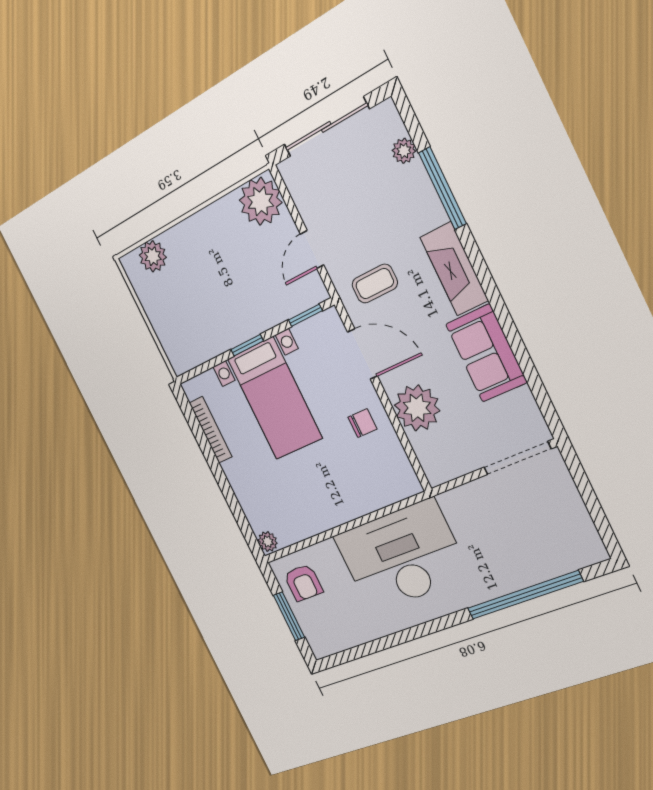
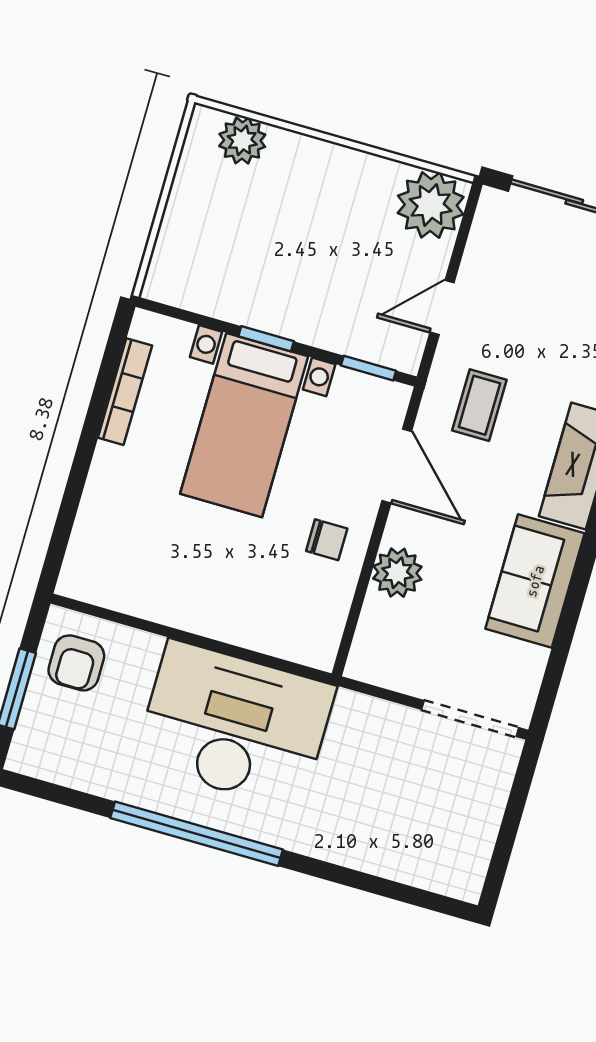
coffee table: (375, 284) -> (479, 405), turned 90
plant: (417, 408) -> (397, 573), width x0.73, depth x0.73
plant: (268, 542) -> (75, 579), removed
window: (524, 595) -> (197, 834), moved

